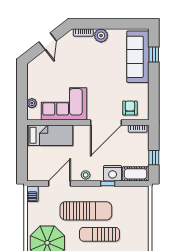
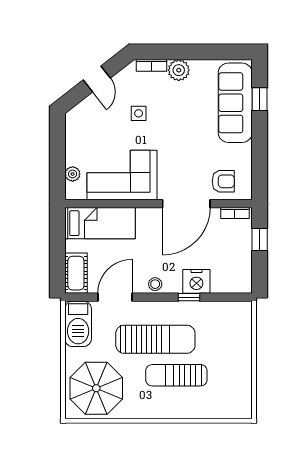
side table: (75, 64) -> (139, 113), added
armchair: (130, 108) -> (223, 181), turned 90
window: (154, 158) -> (260, 239), moved
cot: (136, 174) -> (76, 273), moved, turned 90
barbecue: (32, 194) -> (78, 324), width x1.88, depth x1.53

